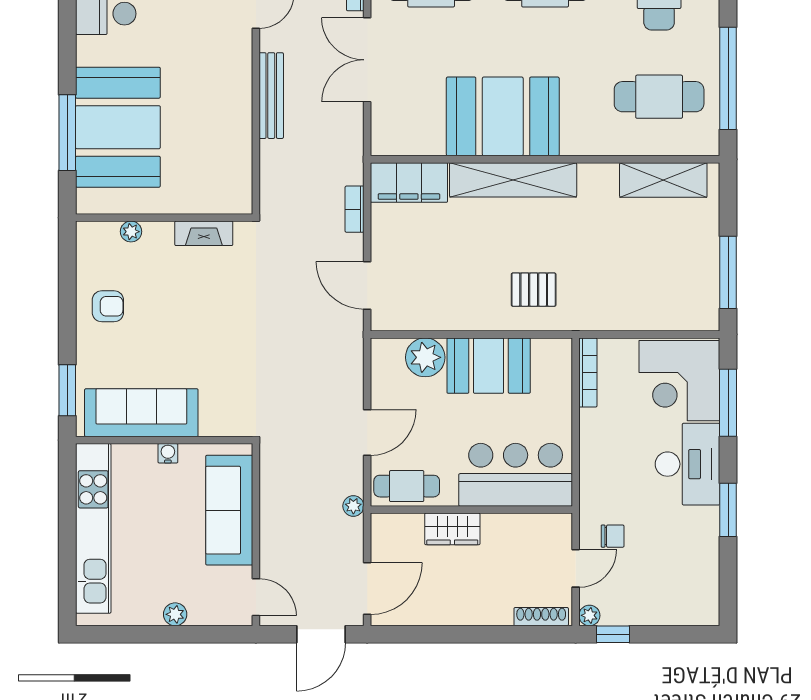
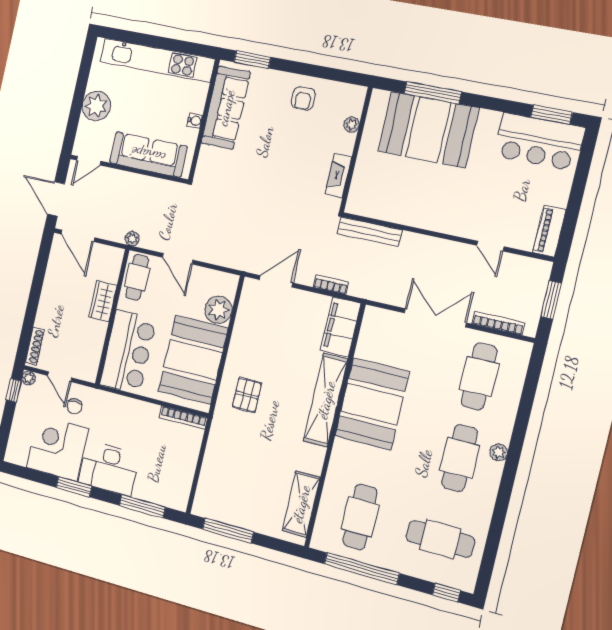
bench: (271, 96) -> (370, 232), moved
booth: (489, 366) -> (193, 360), width x1.36, depth x1.42
corner desk: (679, 381) -> (57, 448), moved
plant: (175, 614) -> (96, 106), width x1.87, depth x1.87

